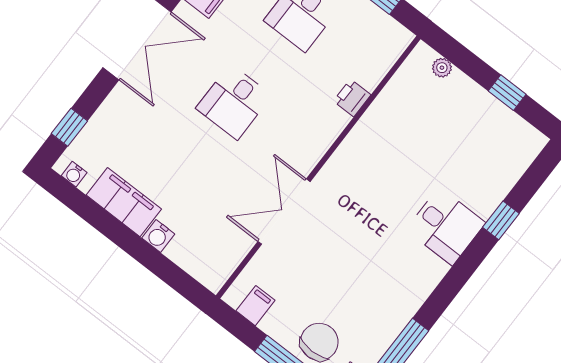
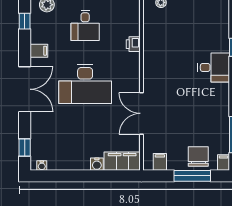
desk: (234, 102) -> (85, 84), width x1.87, depth x1.30
filing cabinet: (124, 202) -> (122, 161), moved

